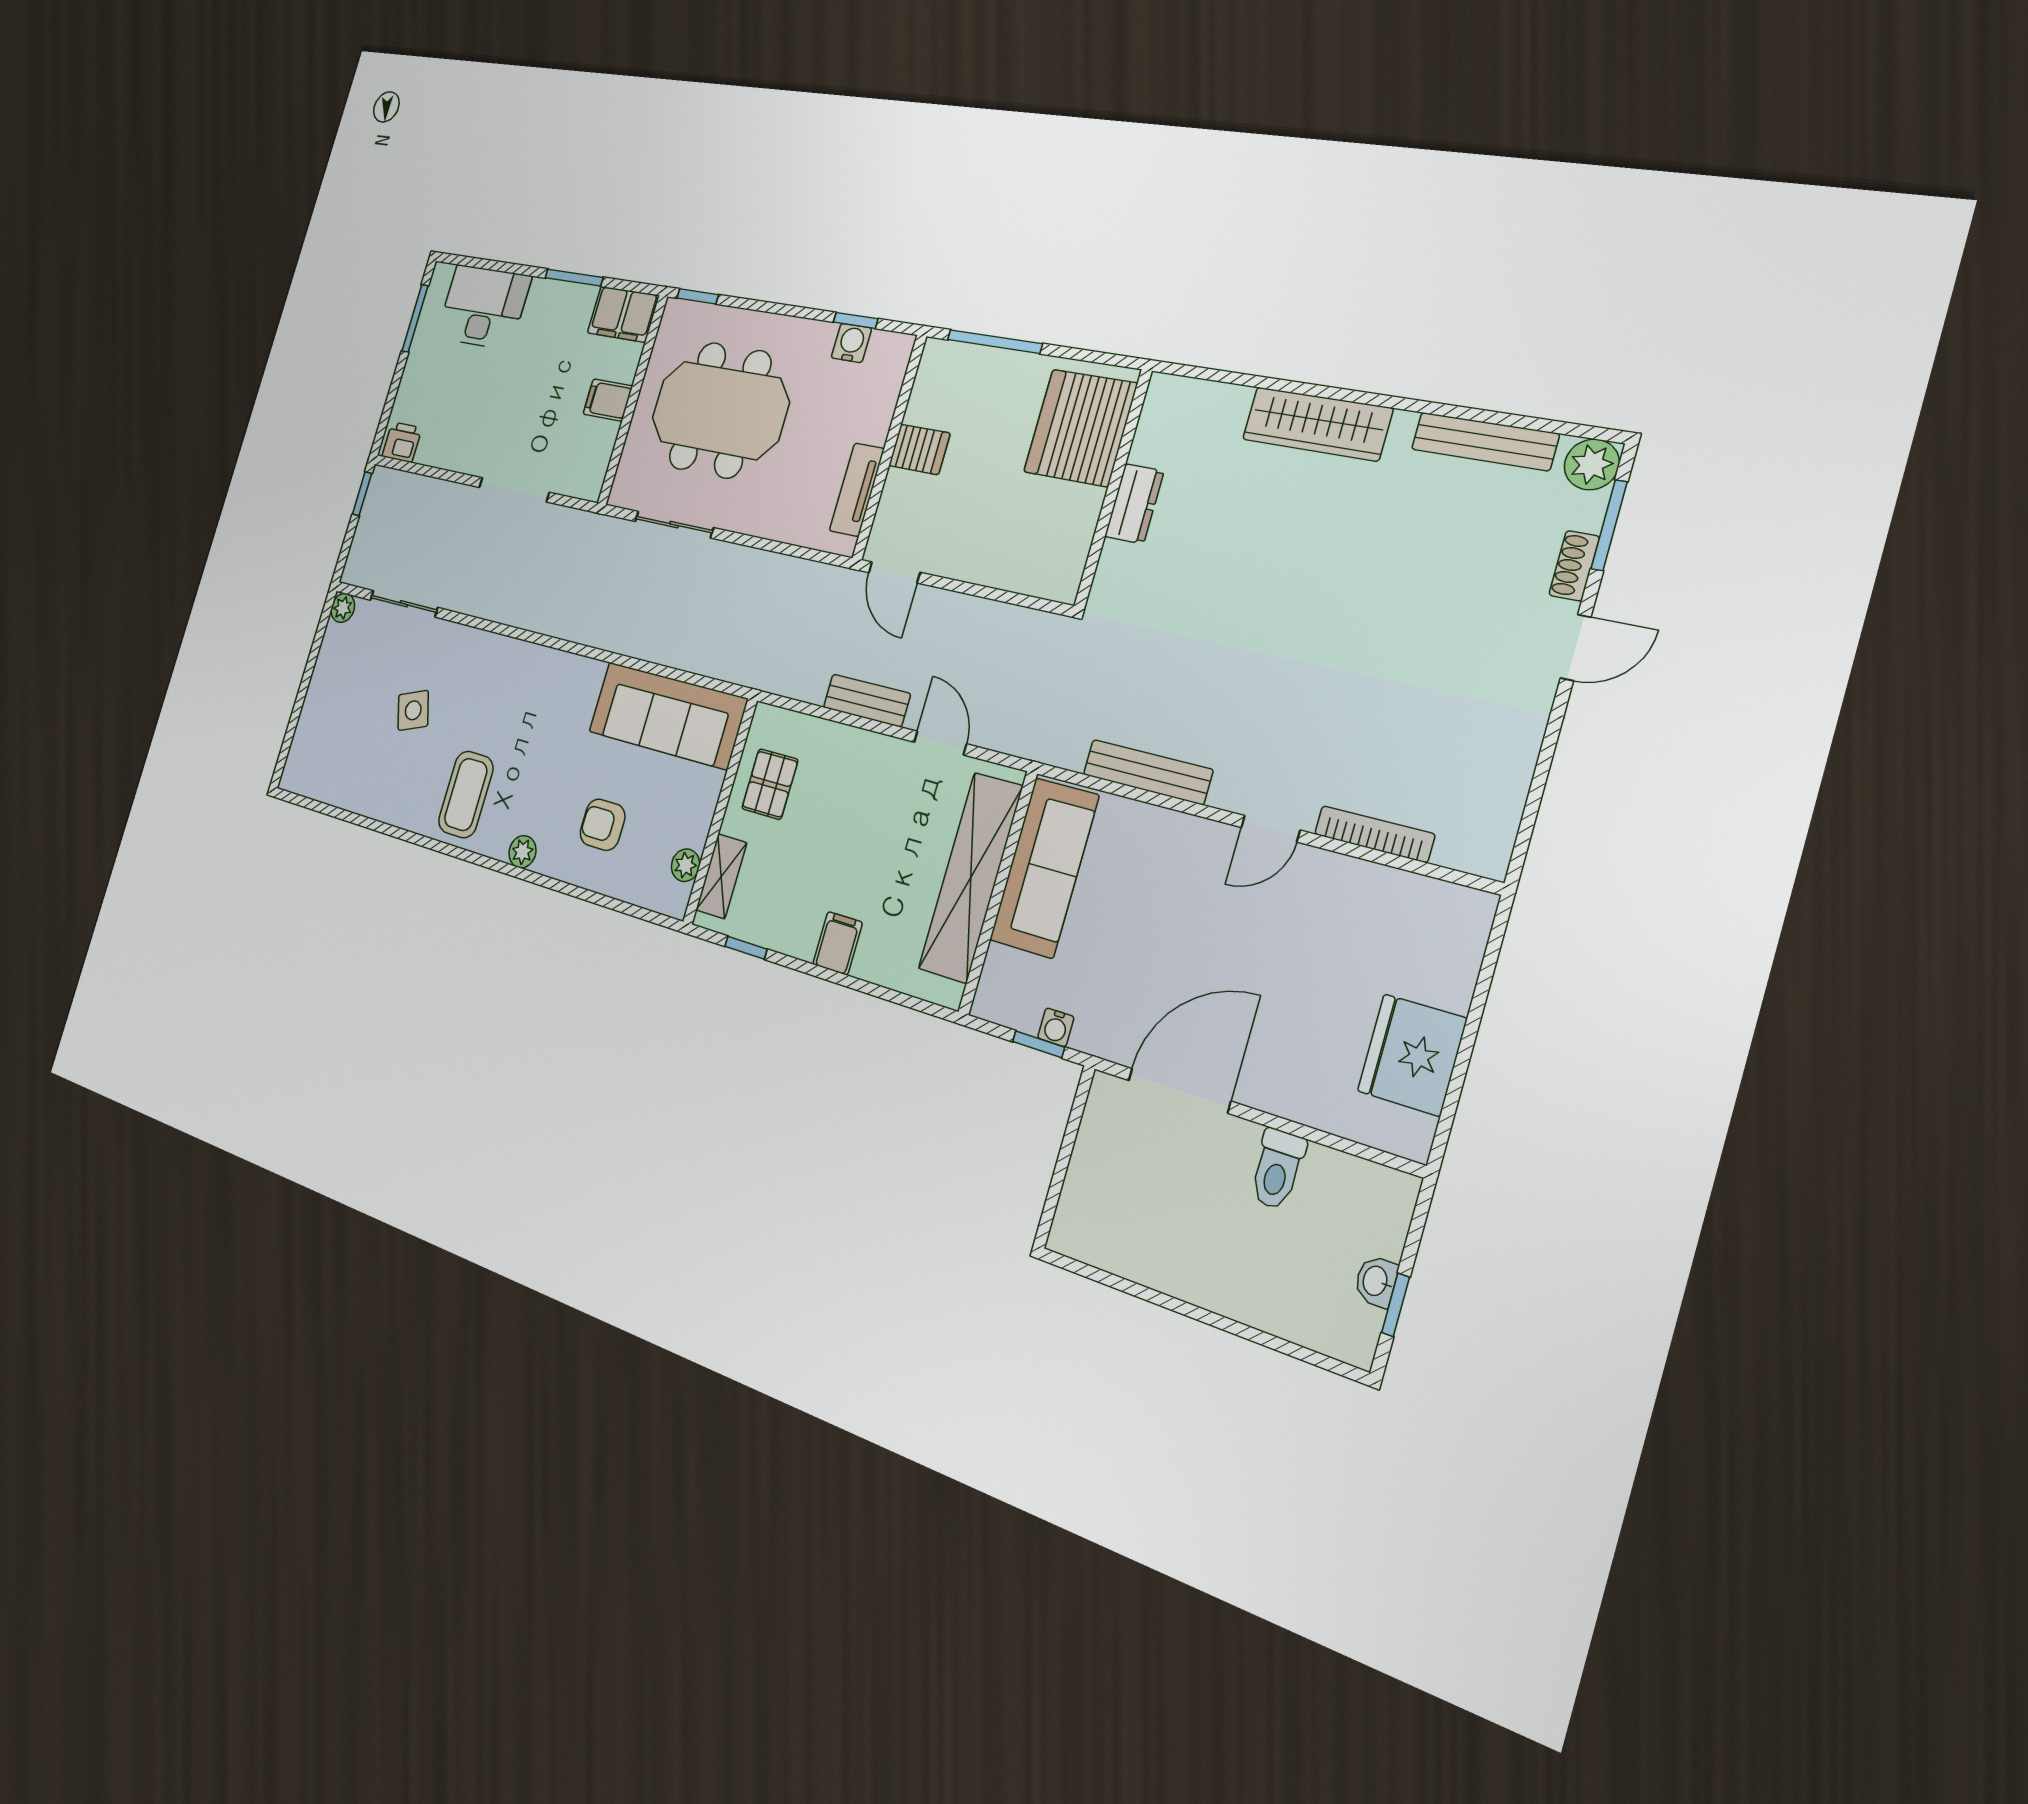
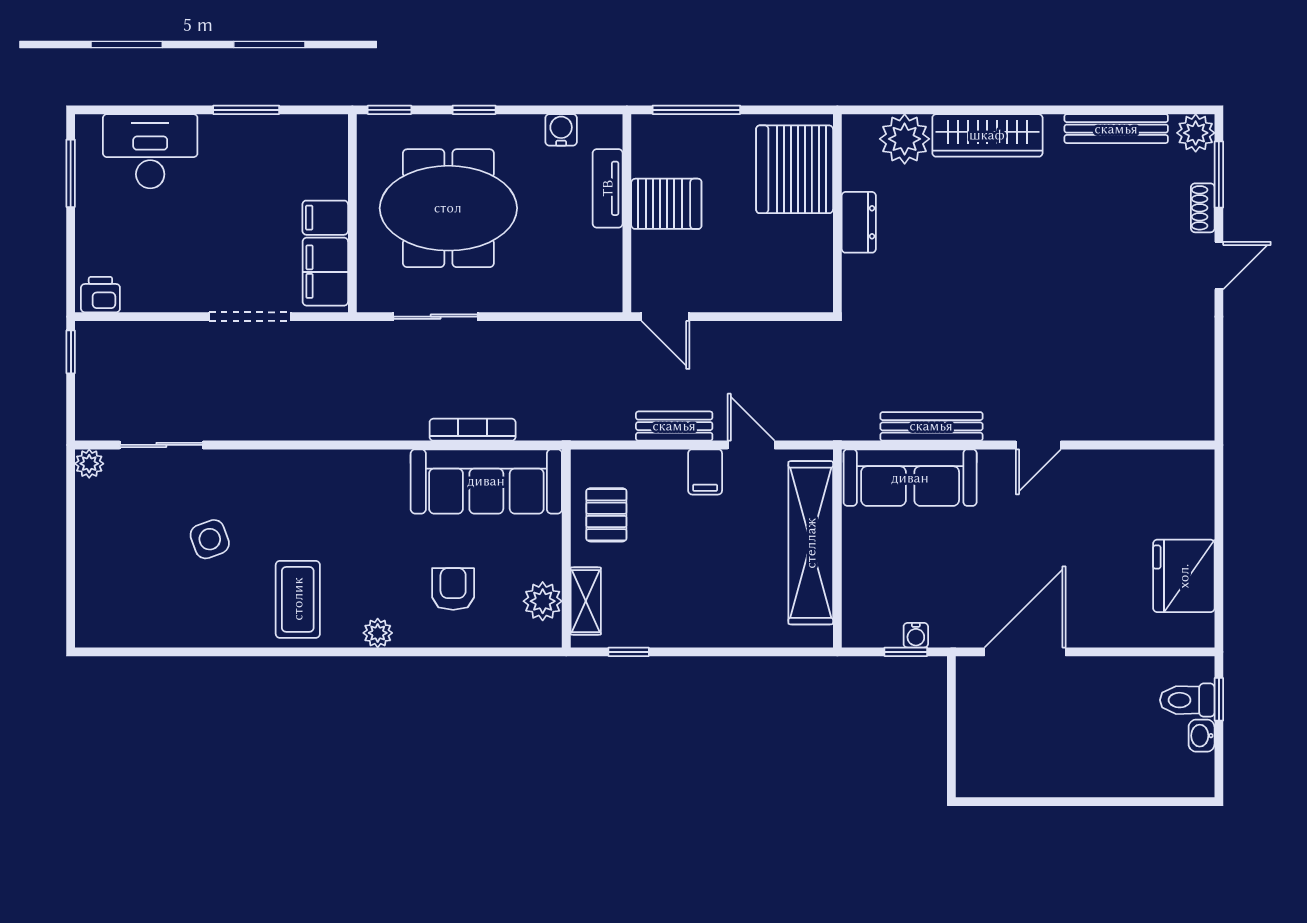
filing cabinet: (623, 314) -> (325, 272), moved, turned 90
window: (856, 320) -> (474, 110), moved
plant: (1216, 412) -> (905, 139), added
server rack: (919, 449) -> (666, 204), width x1.36, depth x1.44
tv unit: (857, 490) -> (608, 188), moved
armchair: (603, 825) -> (453, 589), turned 90
bookcase: (1374, 834) -> (473, 430), moved
plant: (686, 865) -> (543, 601), width x1.38, depth x1.38
sofa: (1044, 868) -> (910, 478), moved, turned 90
filing cabinet: (838, 943) -> (705, 472), moved, turned 180
toilet: (1277, 1169) -> (1187, 700), moved, turned 90
window: (1396, 1305) -> (1219, 699), moved

